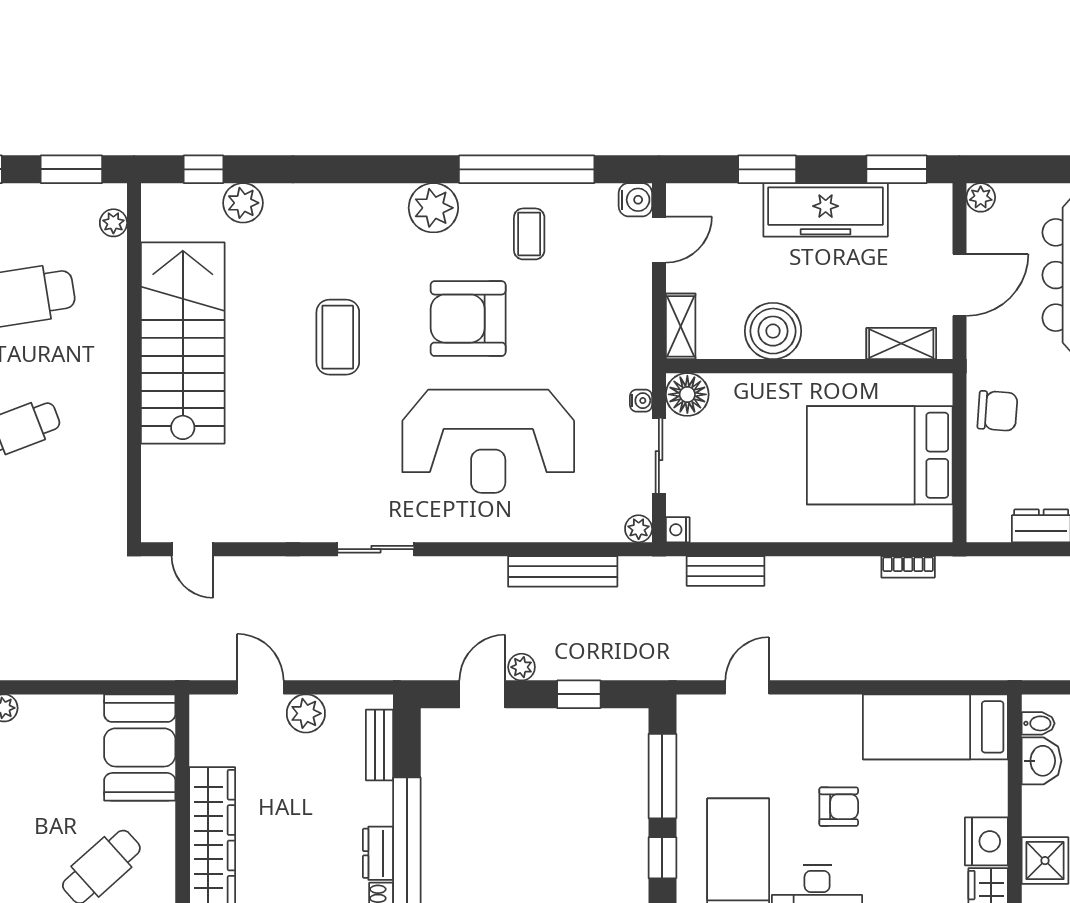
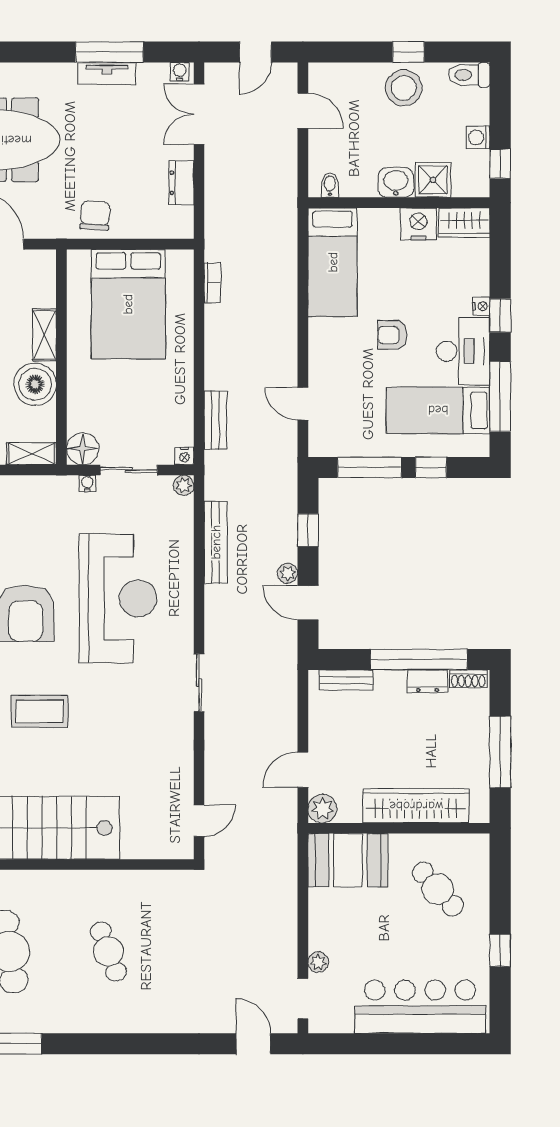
shelving: (901, 344) -> (44, 335), moved
plant: (306, 713) -> (322, 809), moved
washbasin: (1042, 761) -> (396, 182), moved
armchair: (839, 807) -> (392, 335), turned -90

